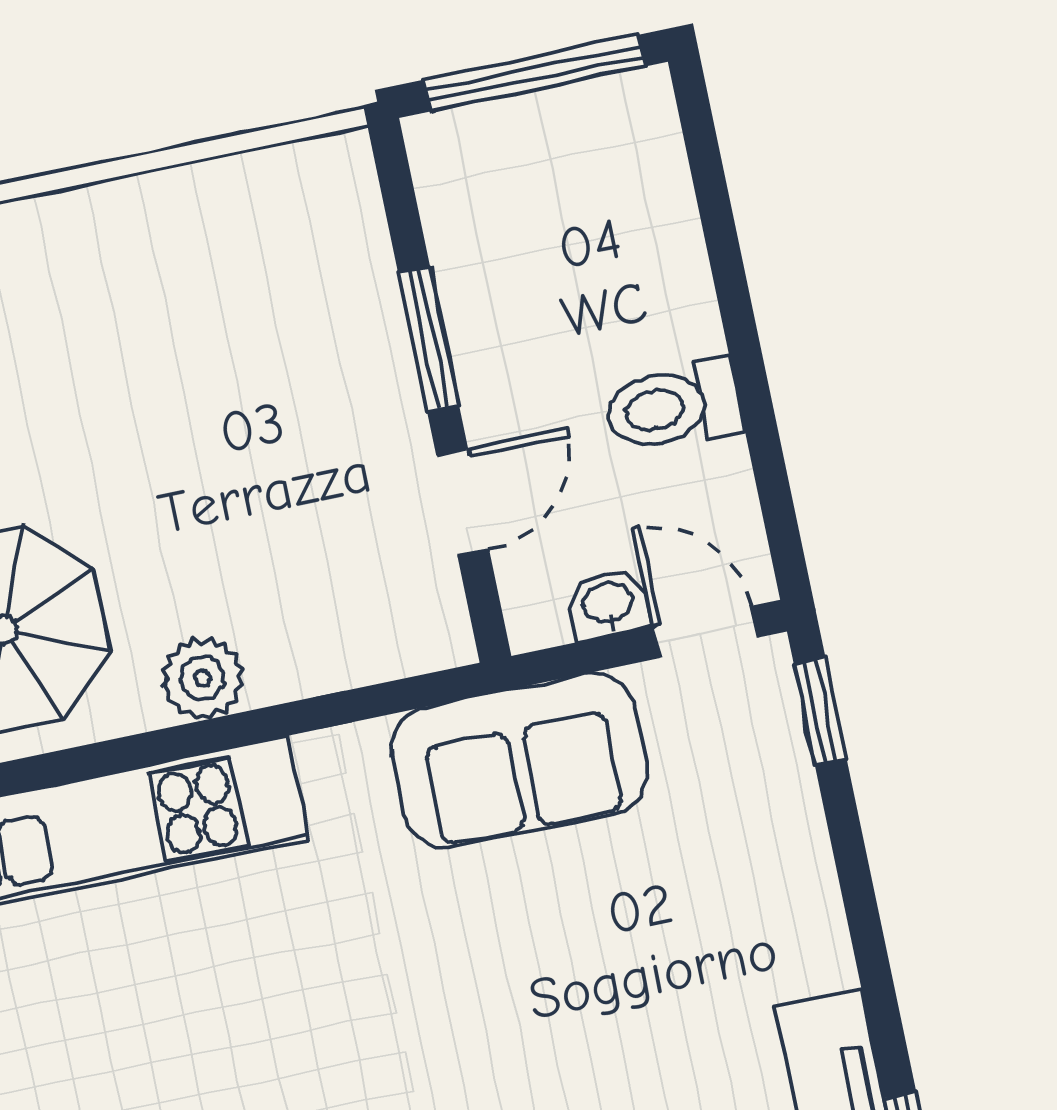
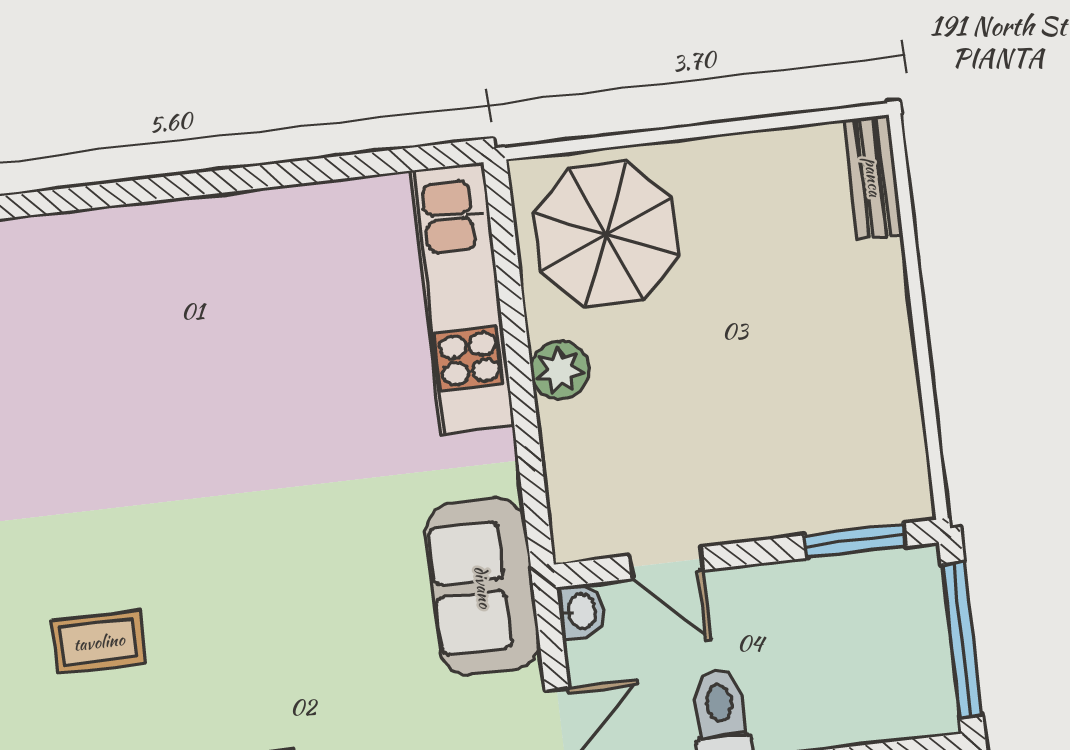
window: (429, 339) -> (855, 541), moved
washbasin: (608, 604) -> (581, 611), moved

